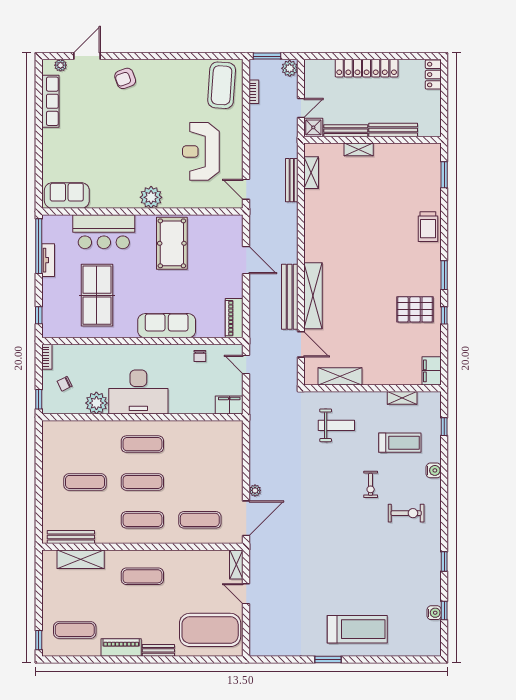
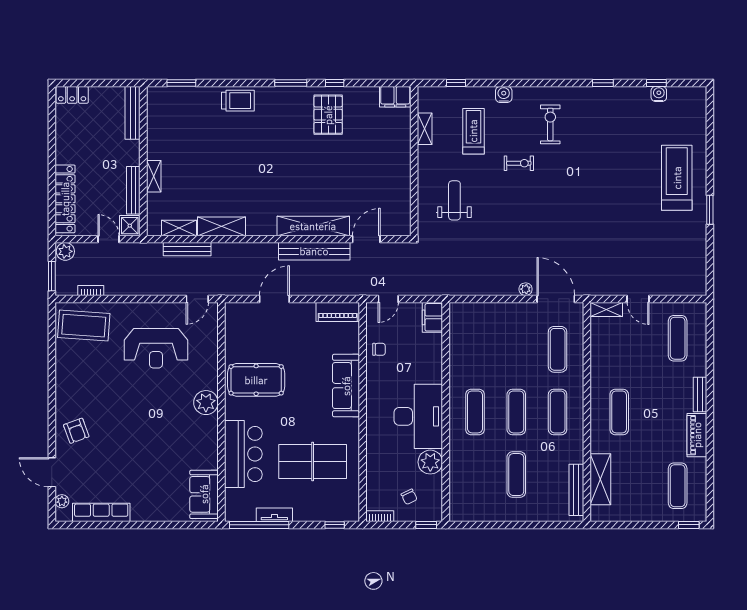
locker: (367, 68) -> (65, 199), moved
bench: (393, 130) -> (133, 113), moved
shelving: (340, 376) -> (221, 226), moved, turned 90
door: (246, 594) -> (638, 299), hinge flipped
exercise mat: (210, 630) -> (678, 338), width x0.50, depth x0.69

